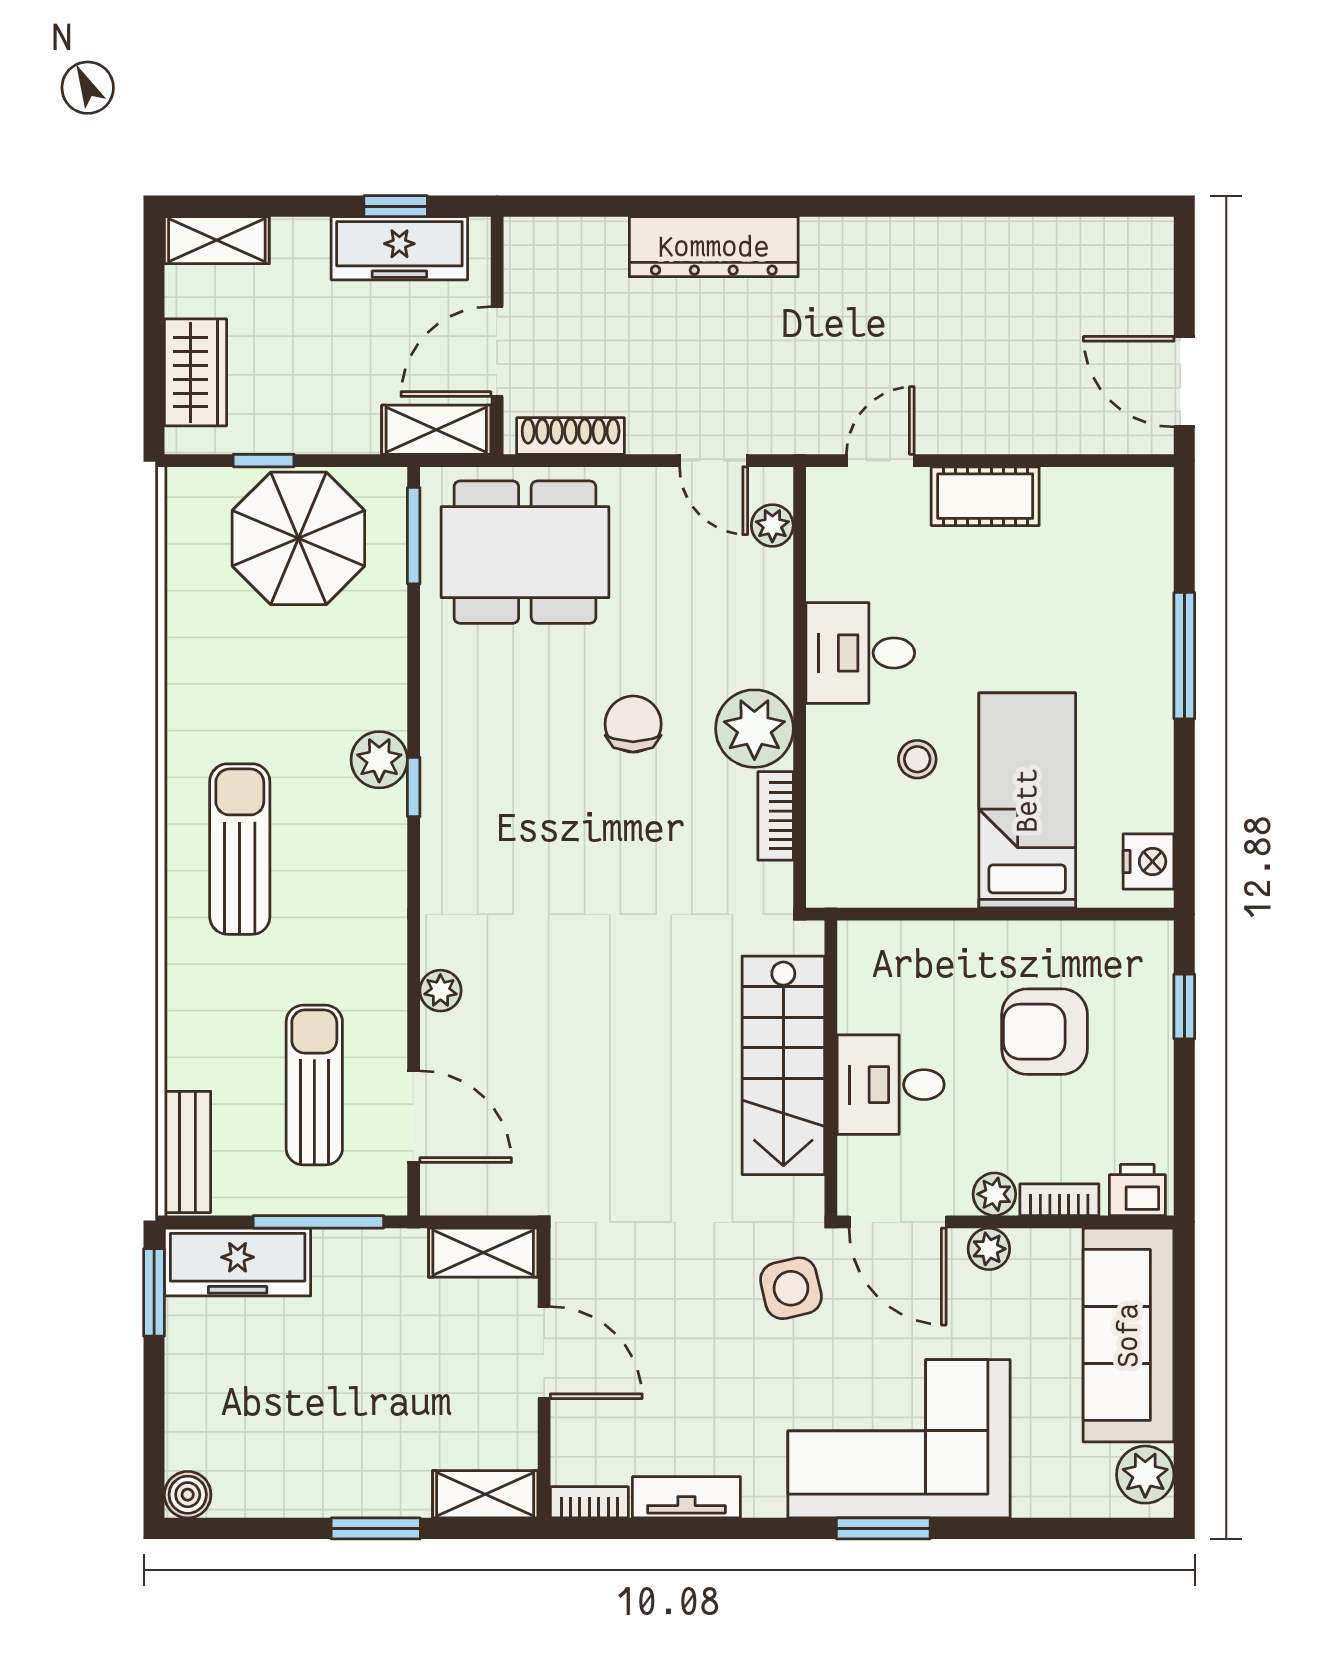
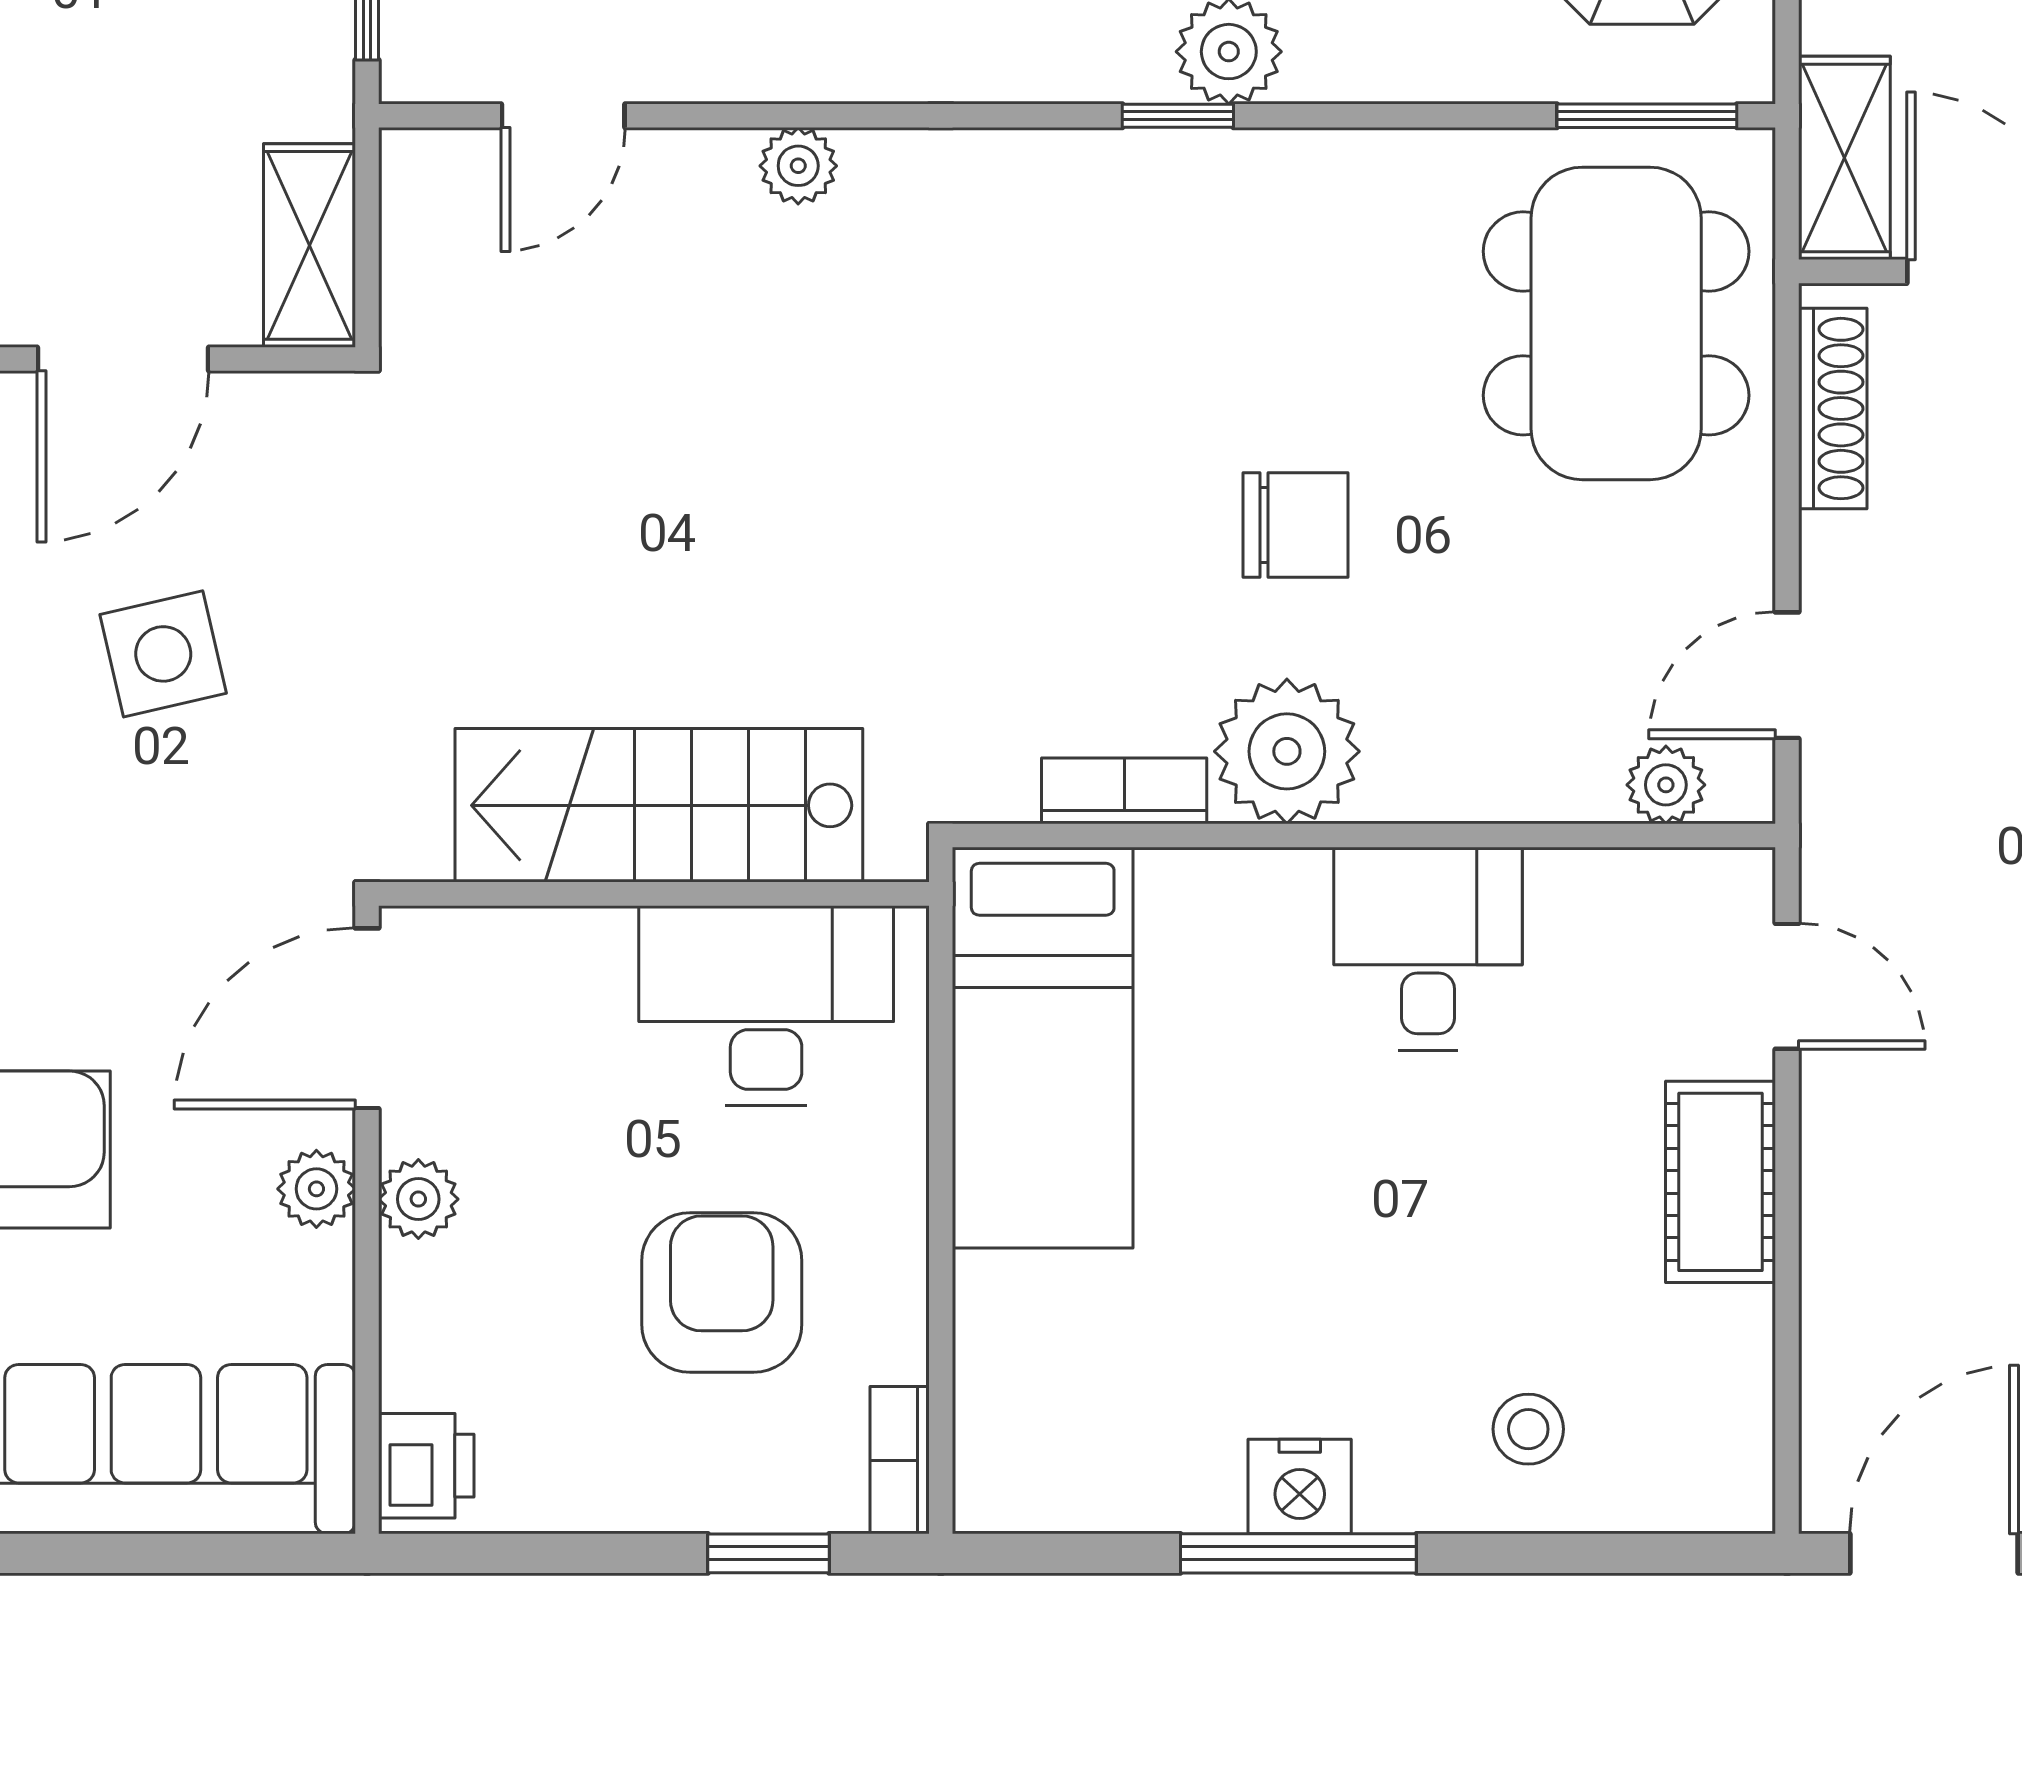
window: (1184, 656) -> (1298, 1553), moved
stool: (917, 759) -> (1528, 1429), moved
bed: (1027, 800) -> (1043, 1048), moved, turned 90
nightstand: (1148, 861) -> (1300, 1486), moved
desk: (891, 1085) -> (766, 1006), moved, width x1.37
door: (414, 1117) -> (563, 116), width x0.73
bookcase: (1059, 1200) -> (900, 1460), moved, turned 180
side table: (791, 1288) -> (163, 654), moved

